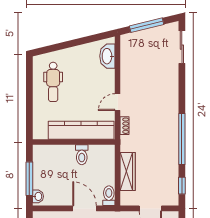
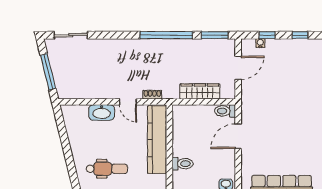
washbasin: (107, 56) -> (102, 112), moved
toilet: (82, 155) -> (183, 164), moved
window: (182, 186) -> (215, 35), width x1.50

